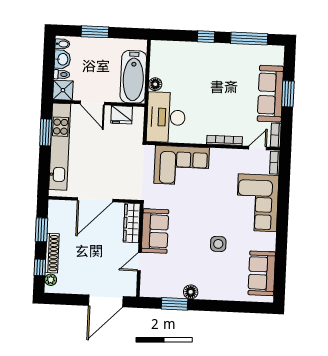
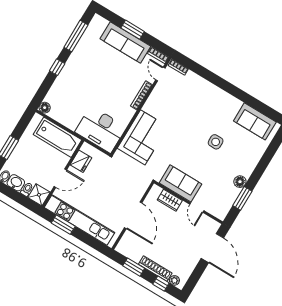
floor lamp: (155, 84) -> (45, 108), moved
corner sofa: (257, 203) -> (201, 96), removed
wardrobe: (132, 223) -> (170, 200), width x0.67

